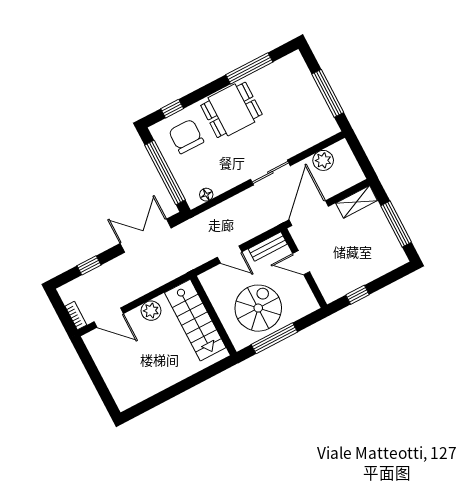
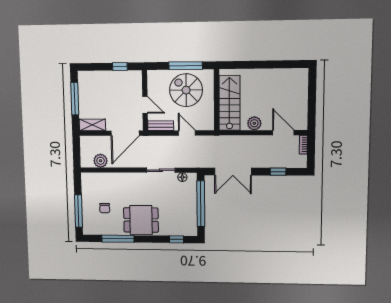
window: (328, 93) -> (78, 211), moved
chair: (186, 136) -> (105, 208), moved, width x0.54, depth x0.54
sliding door: (270, 173) -> (161, 170), moved
spiral stairs: (258, 308) -> (186, 90), turned 90

